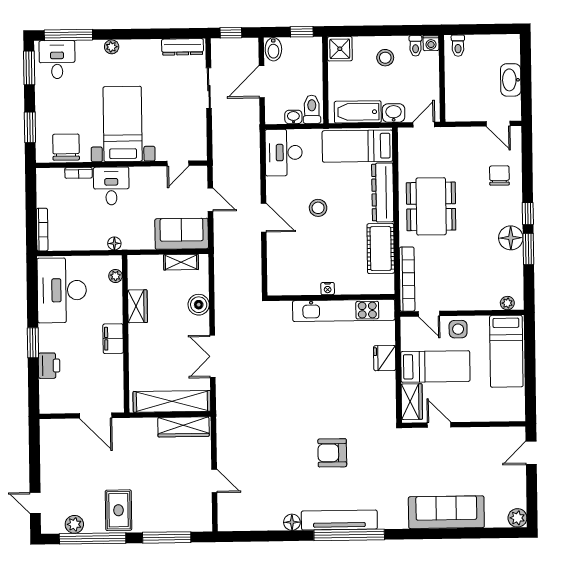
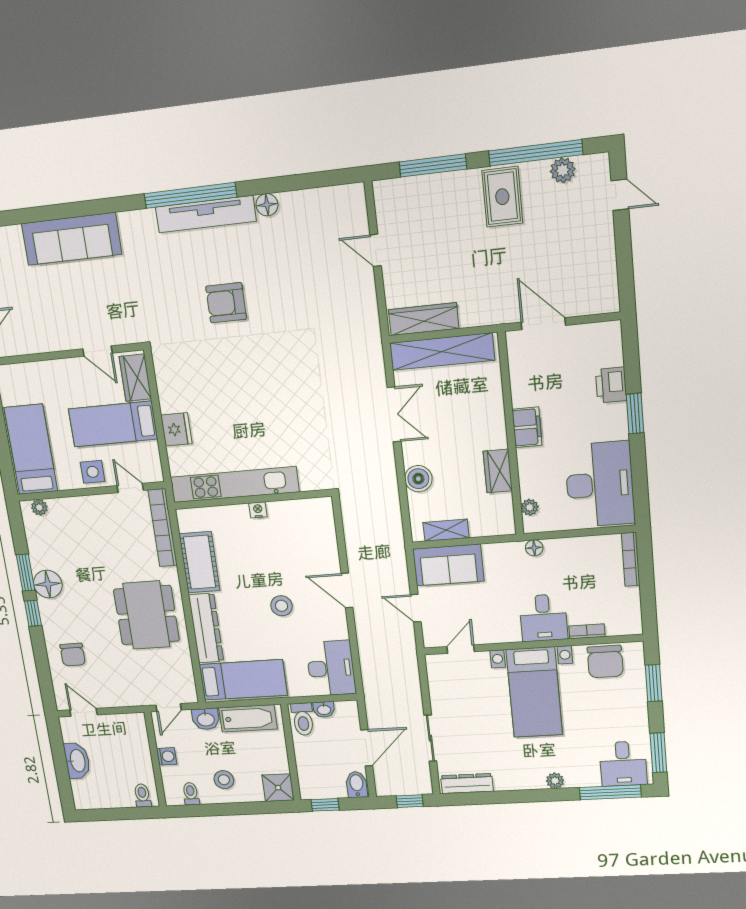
washing machine: (431, 43) -> (167, 756), moved, turned 90
armchair: (332, 453) -> (226, 303), turned 180

